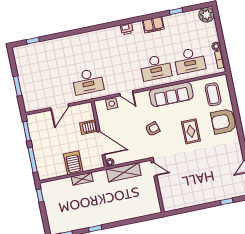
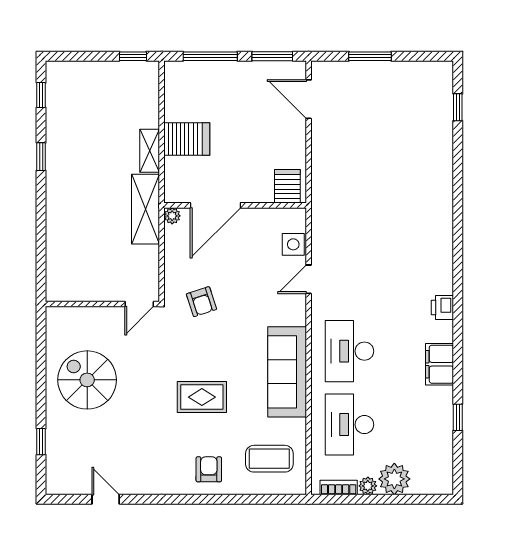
plant: (206, 15) -> (394, 479), moved
desk: (88, 82) -> (349, 204), removed
door: (60, 107) -> (309, 99), moved
armchair: (224, 121) -> (209, 469), width x0.53, depth x0.53
server rack: (89, 127) -> (287, 186), moved
armchair: (153, 129) -> (201, 302), moved
shelving: (124, 172) -> (146, 209), moved
spiral stairs: (194, 186) -> (87, 380), added

